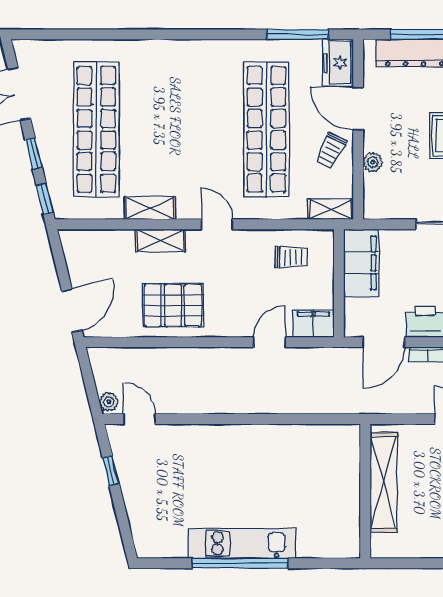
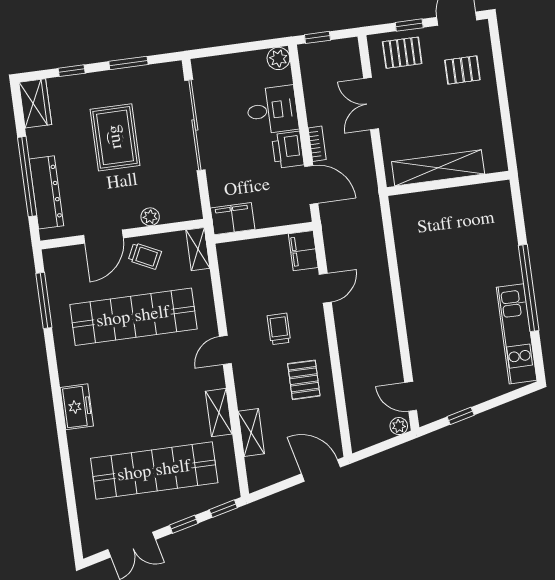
freezer: (338, 63) -> (77, 407), moved, turned -90
shelving: (160, 240) -> (251, 433), moved
trolley: (291, 257) -> (279, 329), moved
filing cabinet: (361, 263) -> (233, 219), width x0.67, depth x0.86
pallet: (173, 305) -> (304, 380), width x0.67, depth x0.71
door: (269, 342) -> (325, 288), swing flipped
door: (139, 419) -> (411, 396), hinge flipped
kitchen unit: (242, 543) -> (517, 334), moved

